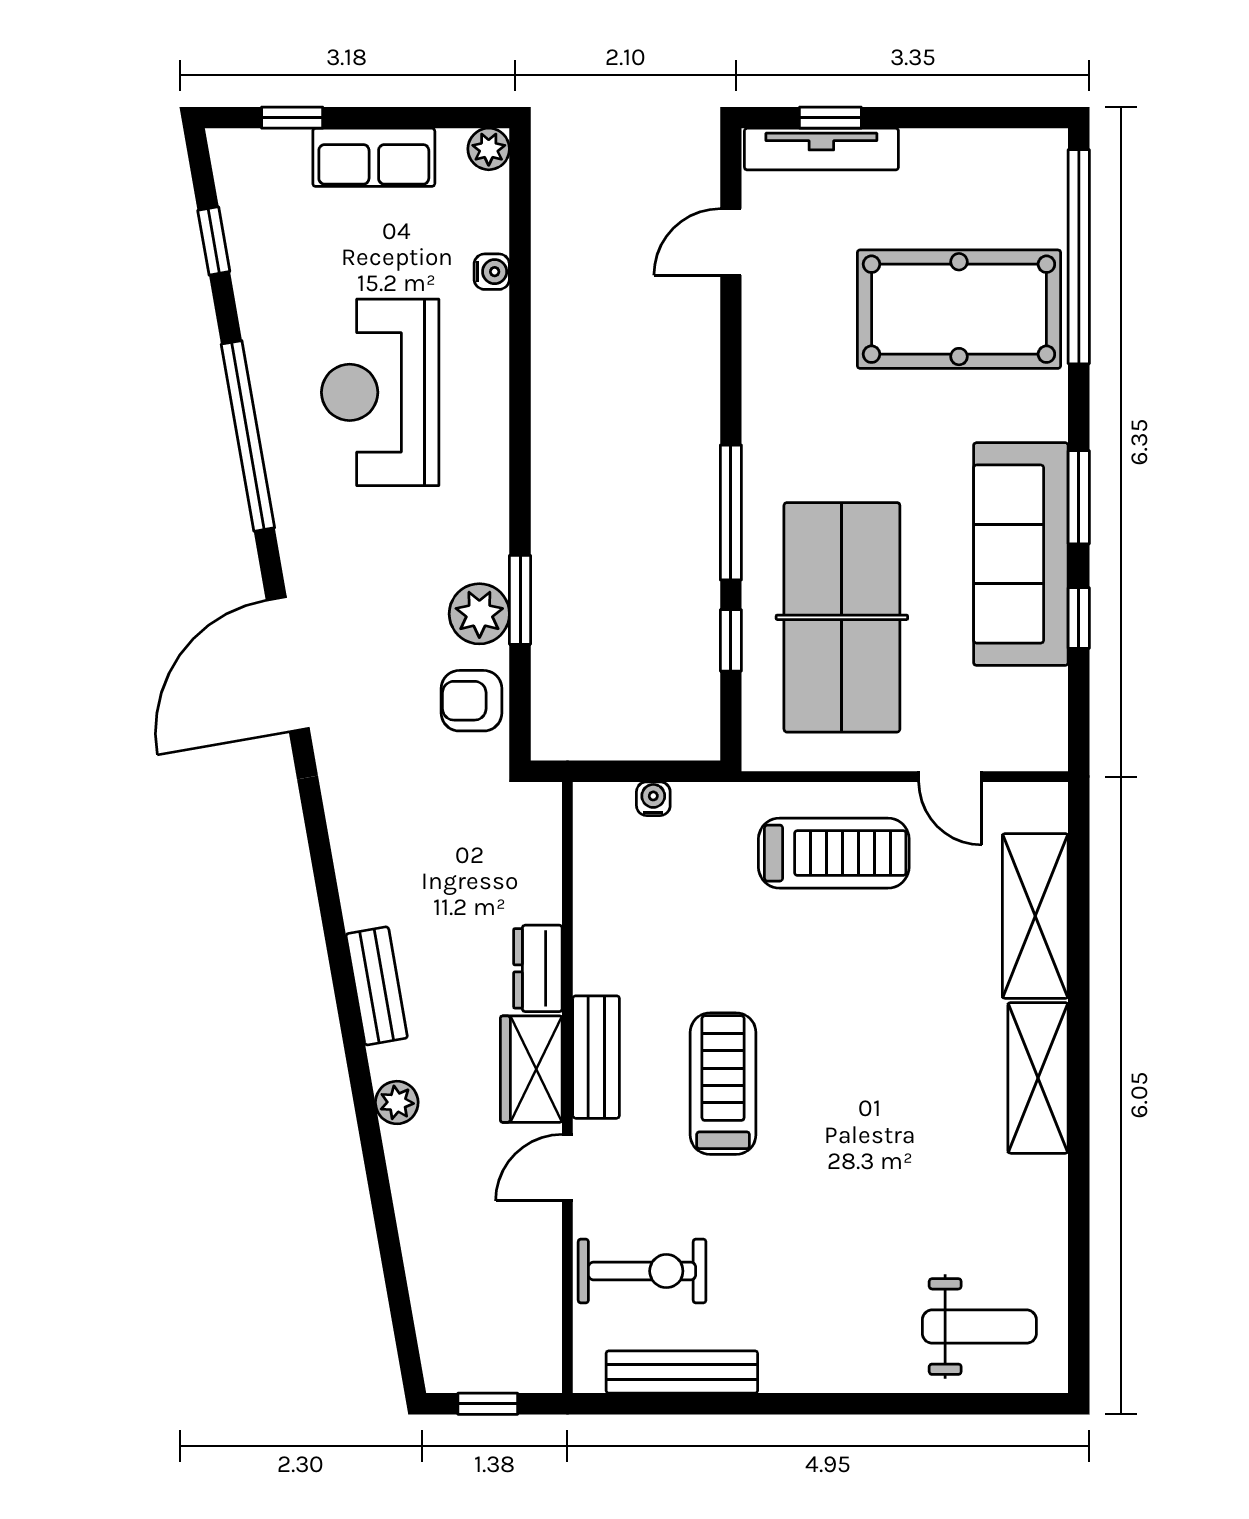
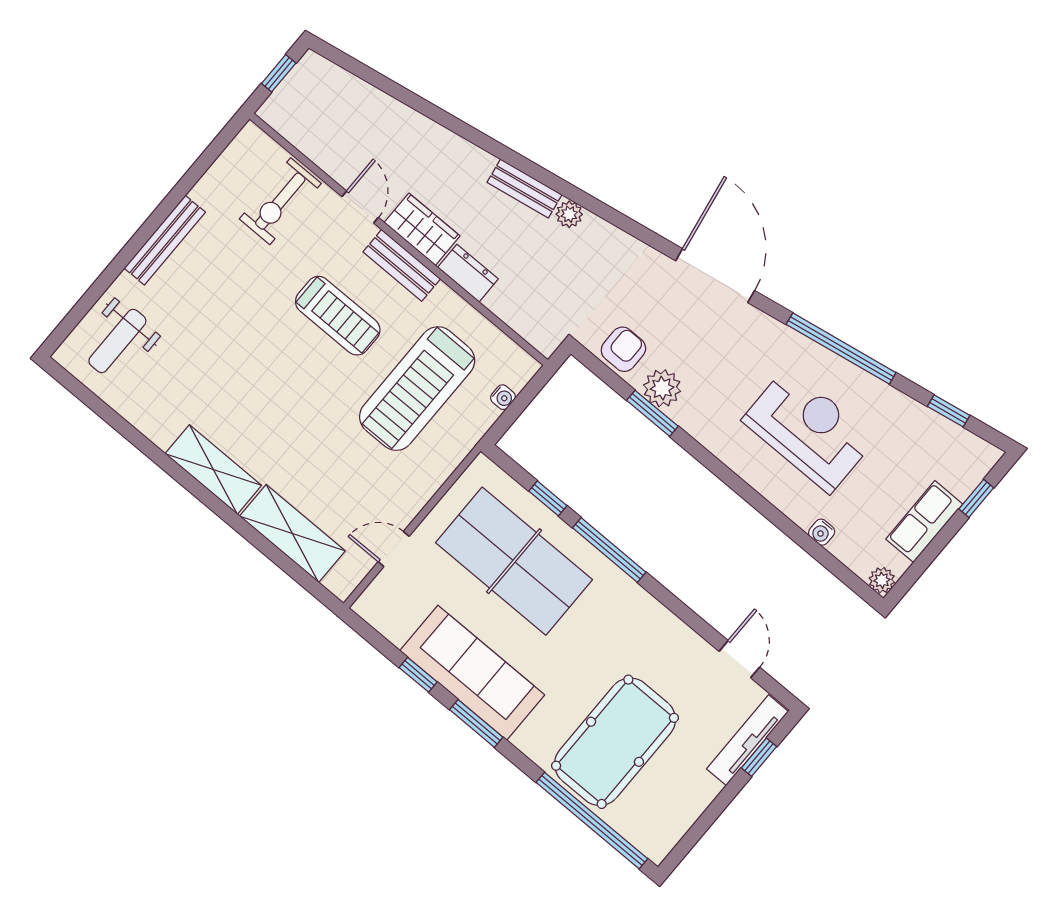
treadmill: (834, 853) -> (417, 389), moved, width x1.37, depth x1.38
plant: (397, 1103) -> (569, 214), moved
bench: (682, 1372) -> (165, 240), moved

